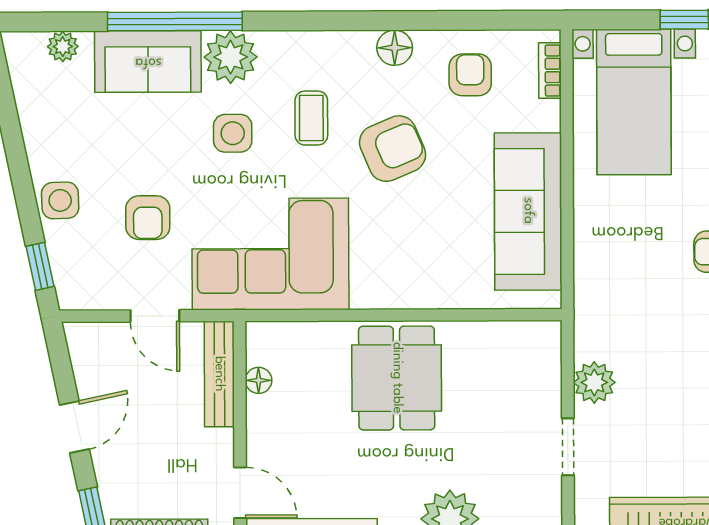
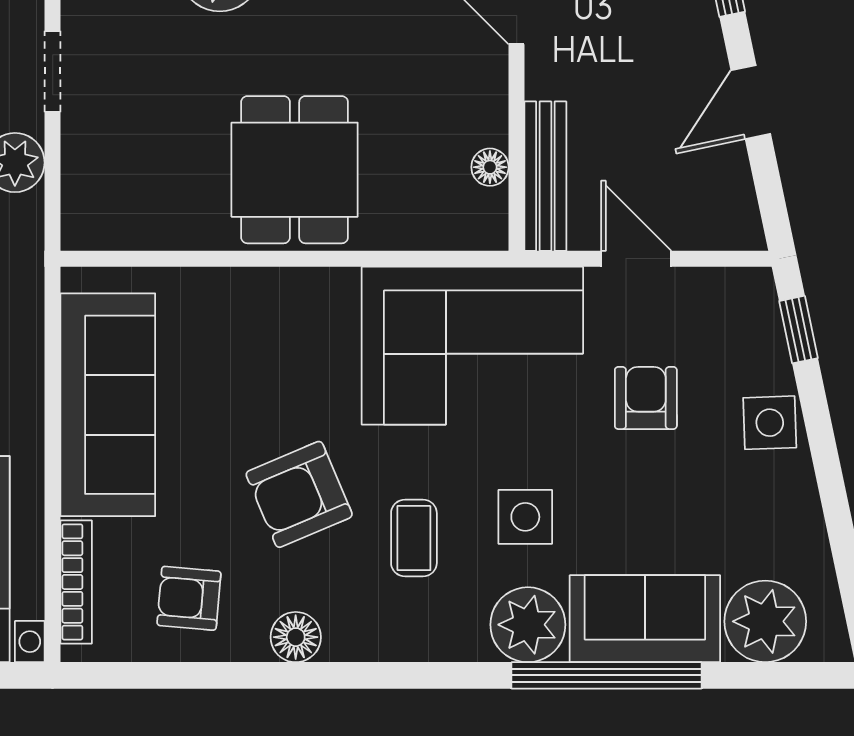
plant: (63, 46) -> (765, 621), width x1.88, depth x1.88
bookcase: (550, 70) -> (76, 582), width x1.56
armchair: (470, 75) -> (189, 598), turned 95

